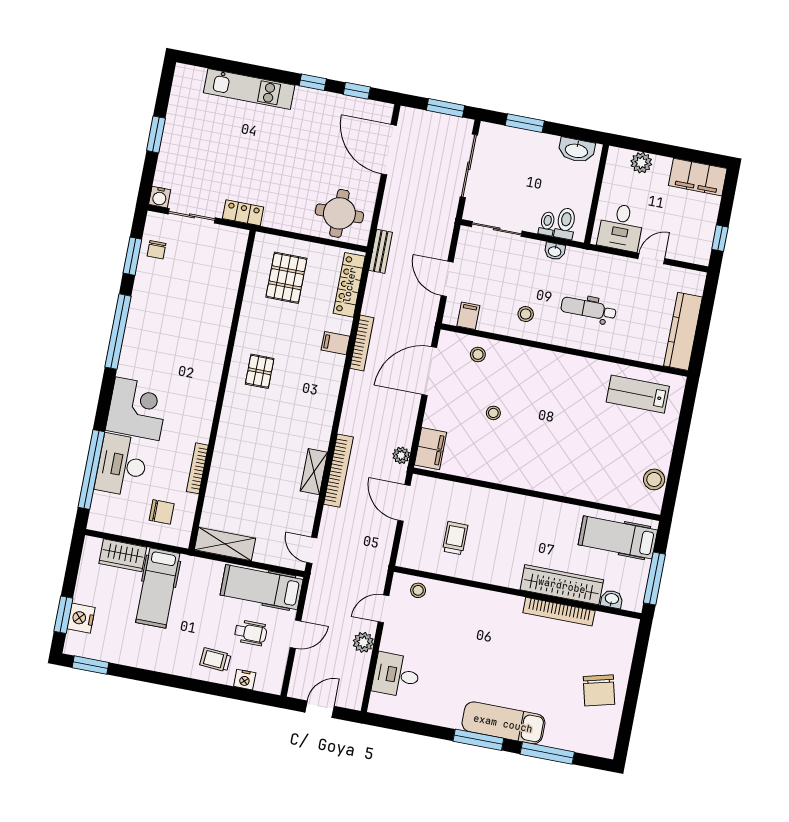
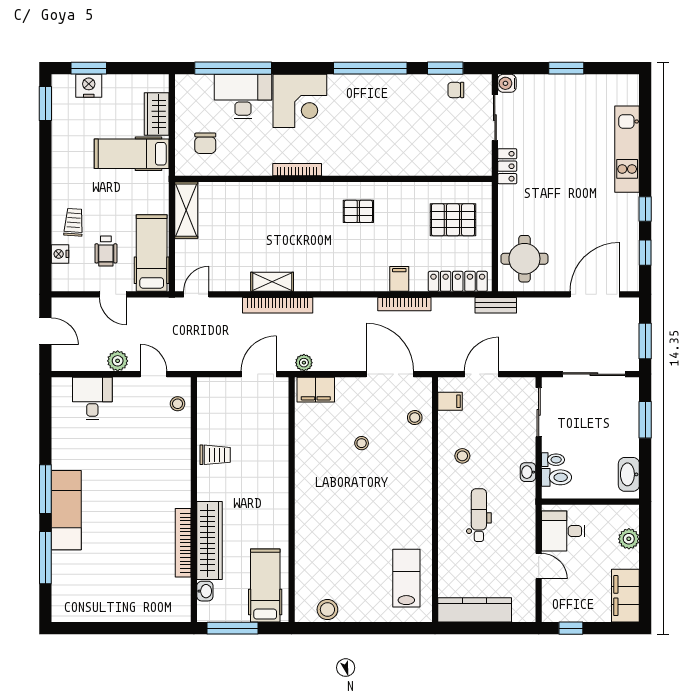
bookcase: (197, 468) -> (297, 170), moved
trolley: (455, 538) -> (215, 455), moved
chair: (599, 690) -> (115, 596), removed

